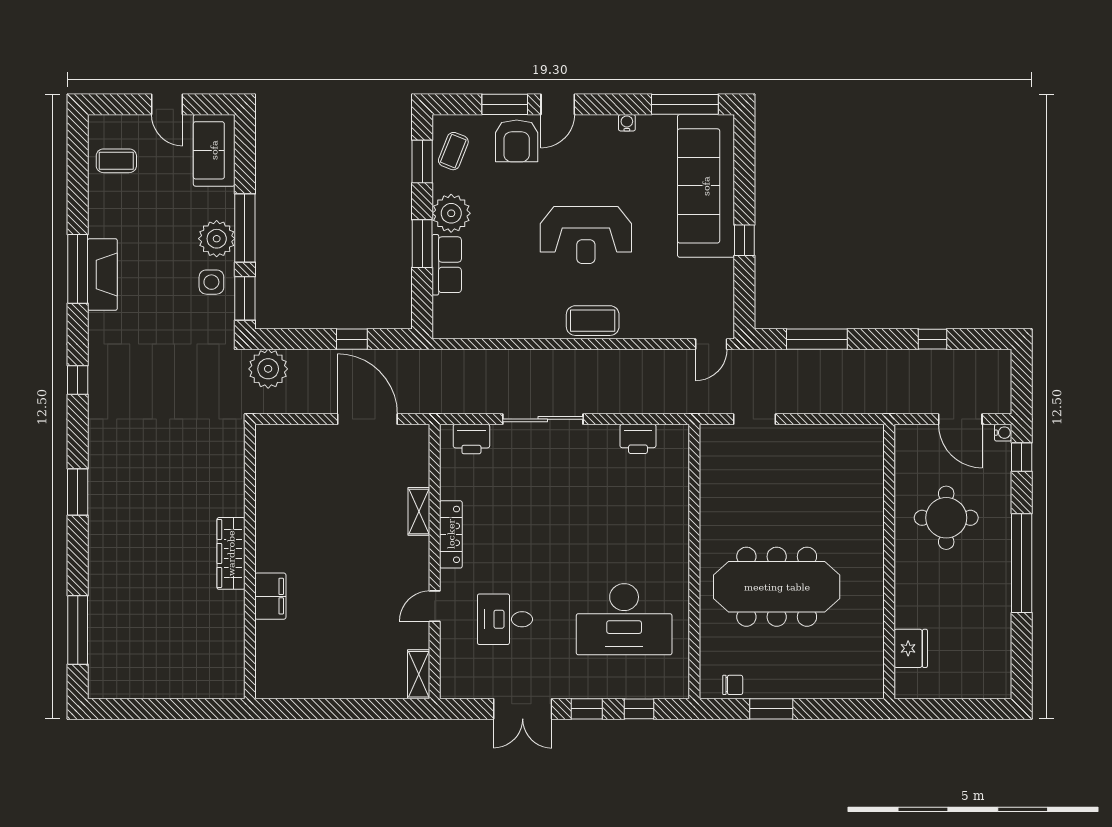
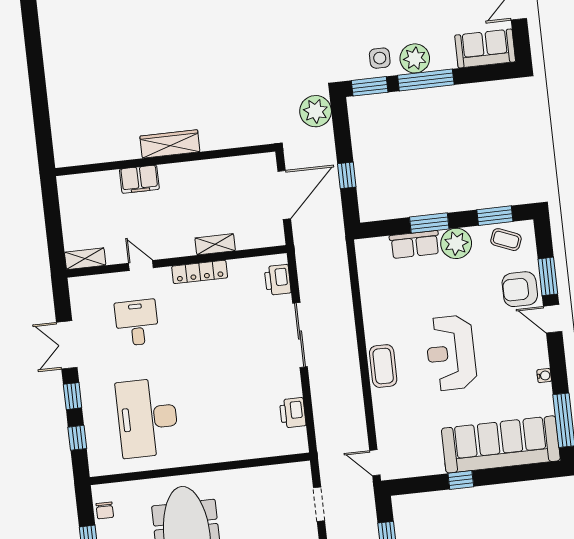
wardrobe: (231, 553) -> (170, 144), moved
wall: (250, 561) -> (165, 160), moved
filing cabinet: (270, 596) -> (139, 179), moved

